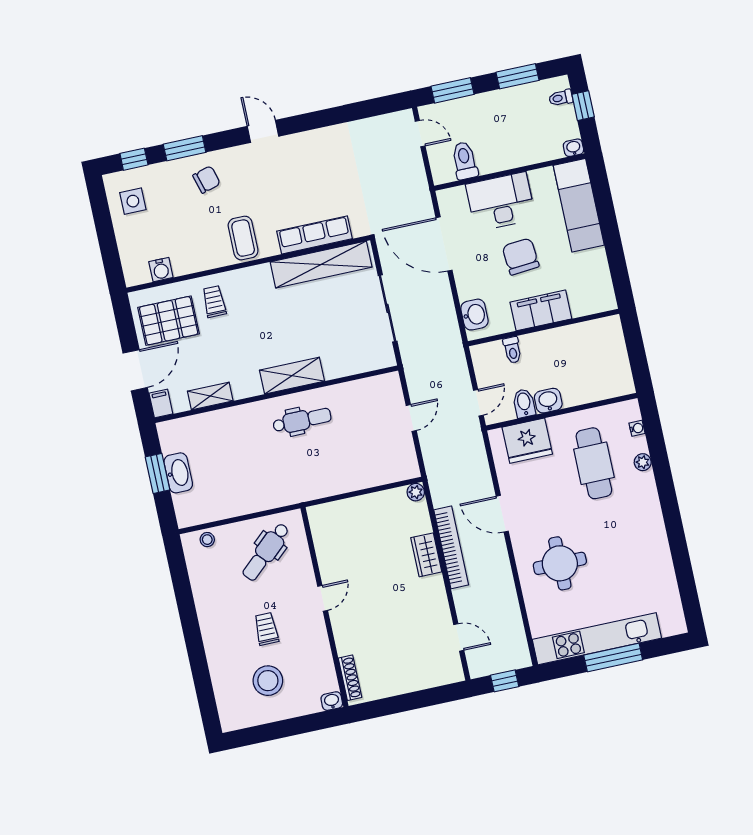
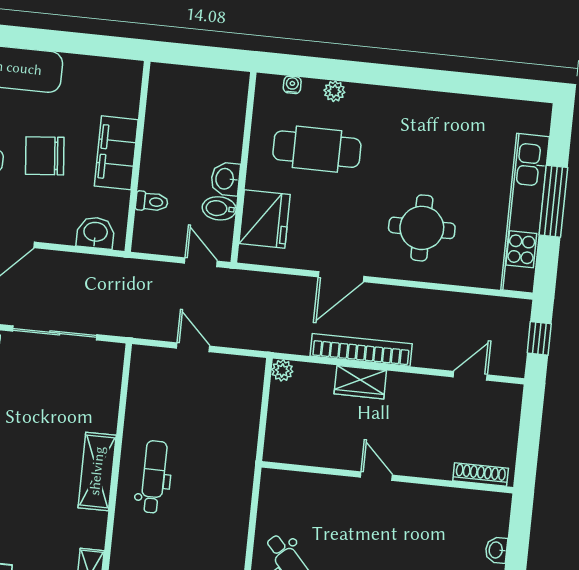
door: (323, 598) -> (376, 476), moved
wall: (325, 607) -> (387, 477), moved
shoe rack: (350, 678) -> (481, 474), moved

